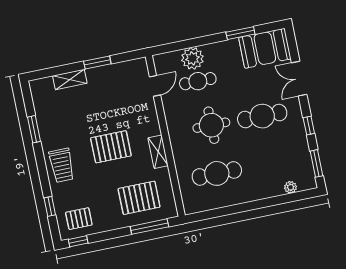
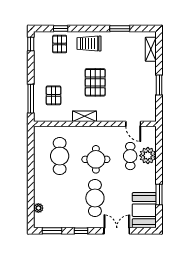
shelving: (70, 80) -> (151, 49), moved
pallet: (139, 198) -> (53, 95), width x0.67, depth x0.71
pallet: (79, 219) -> (60, 44), moved

